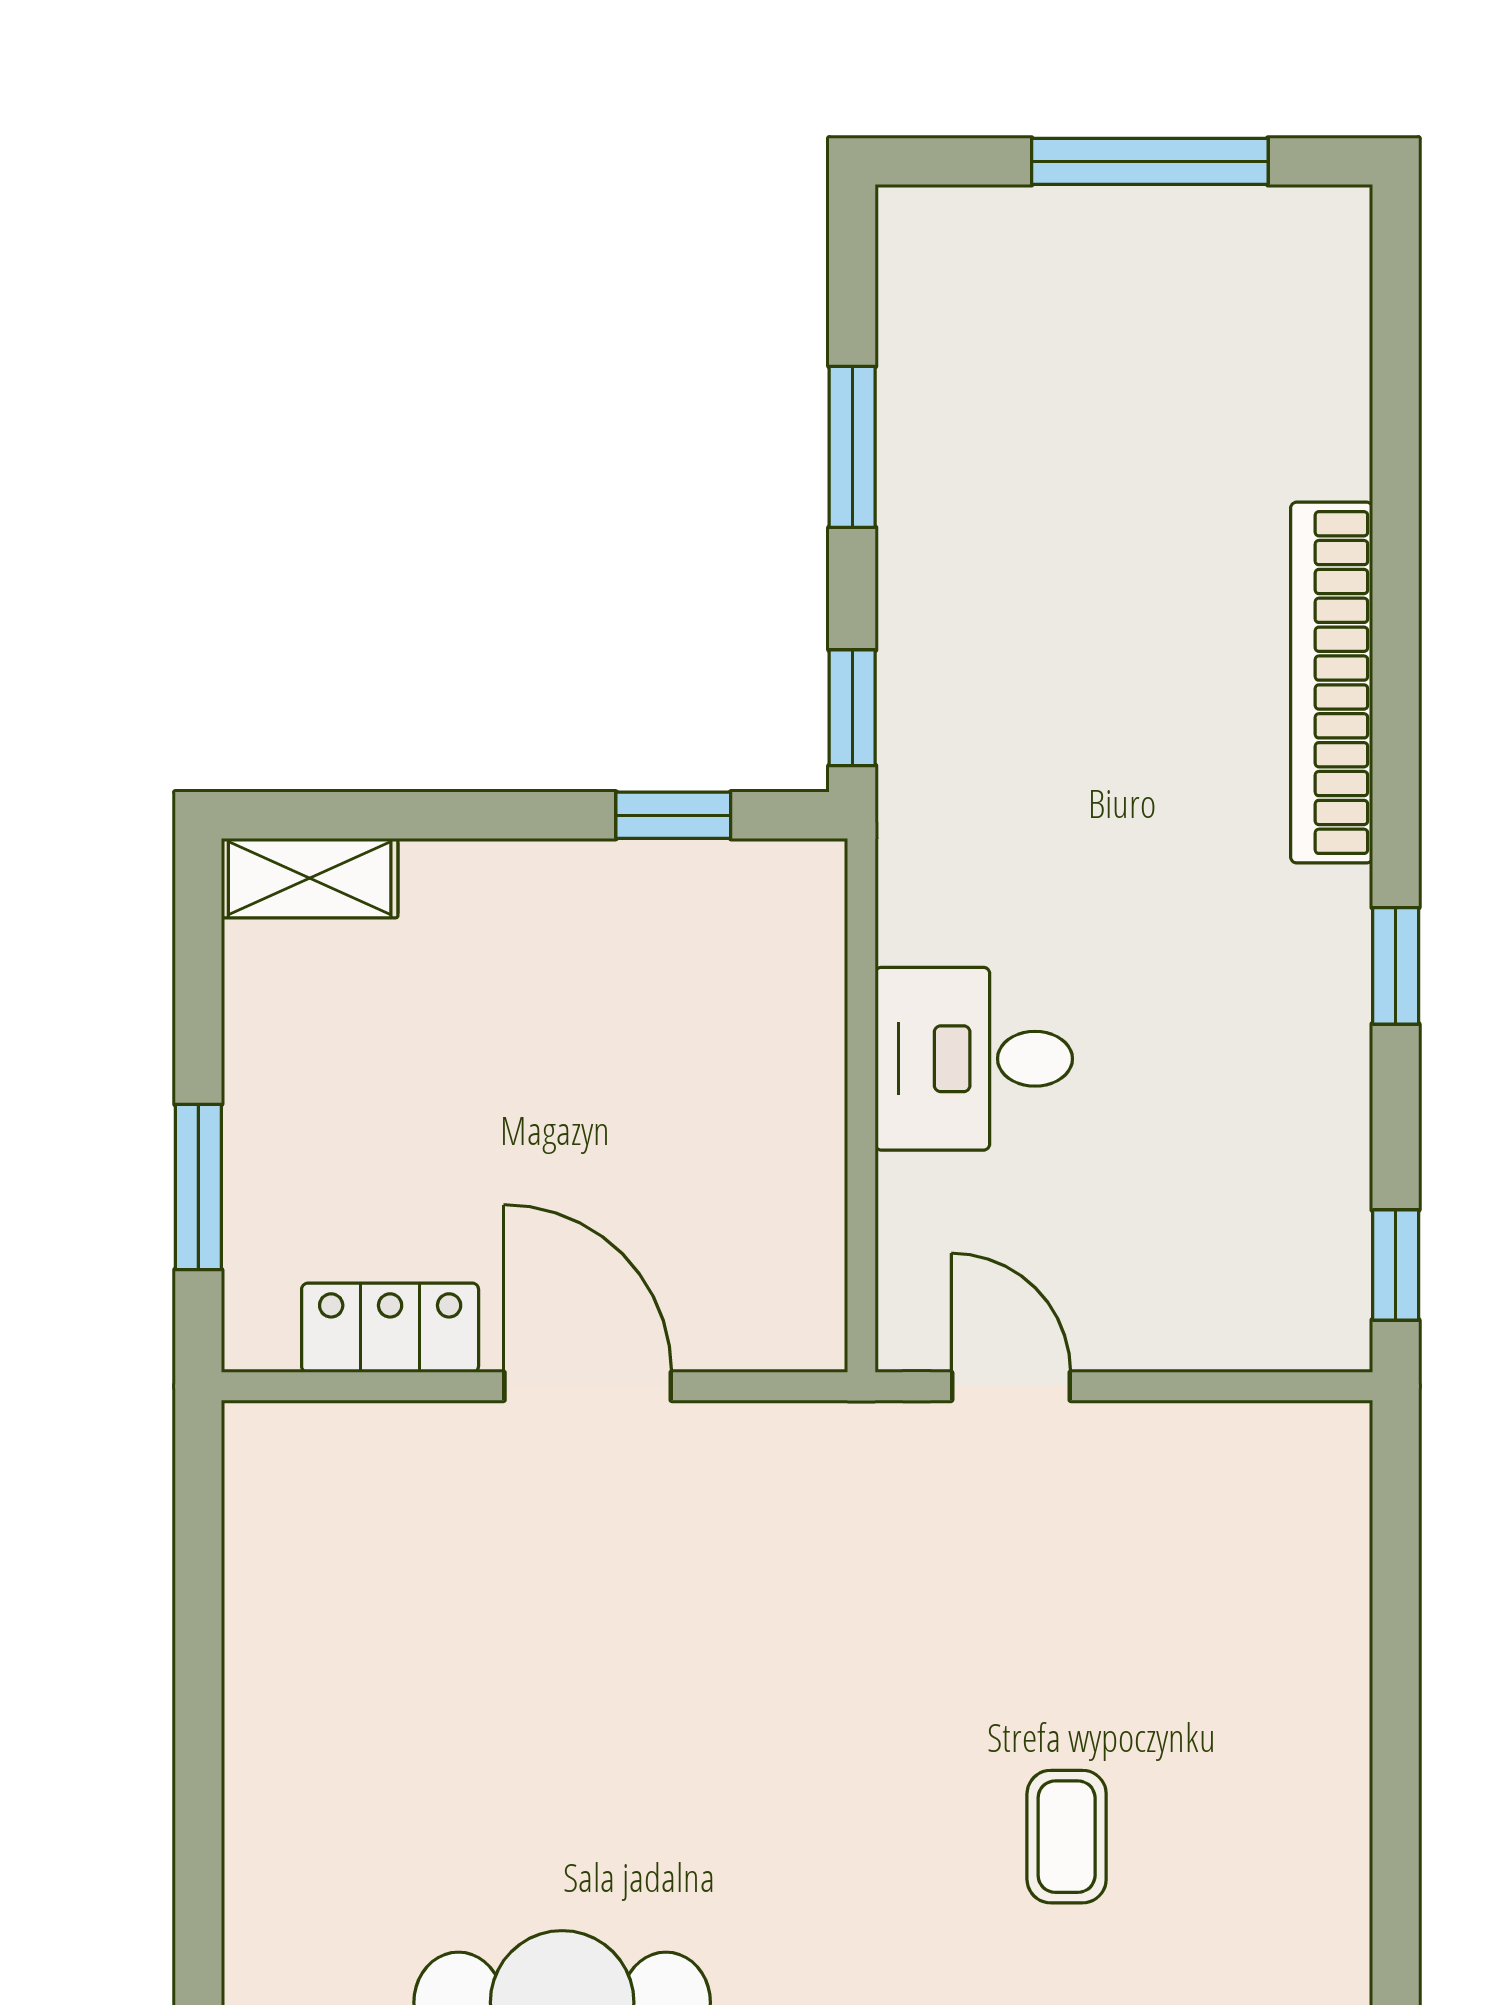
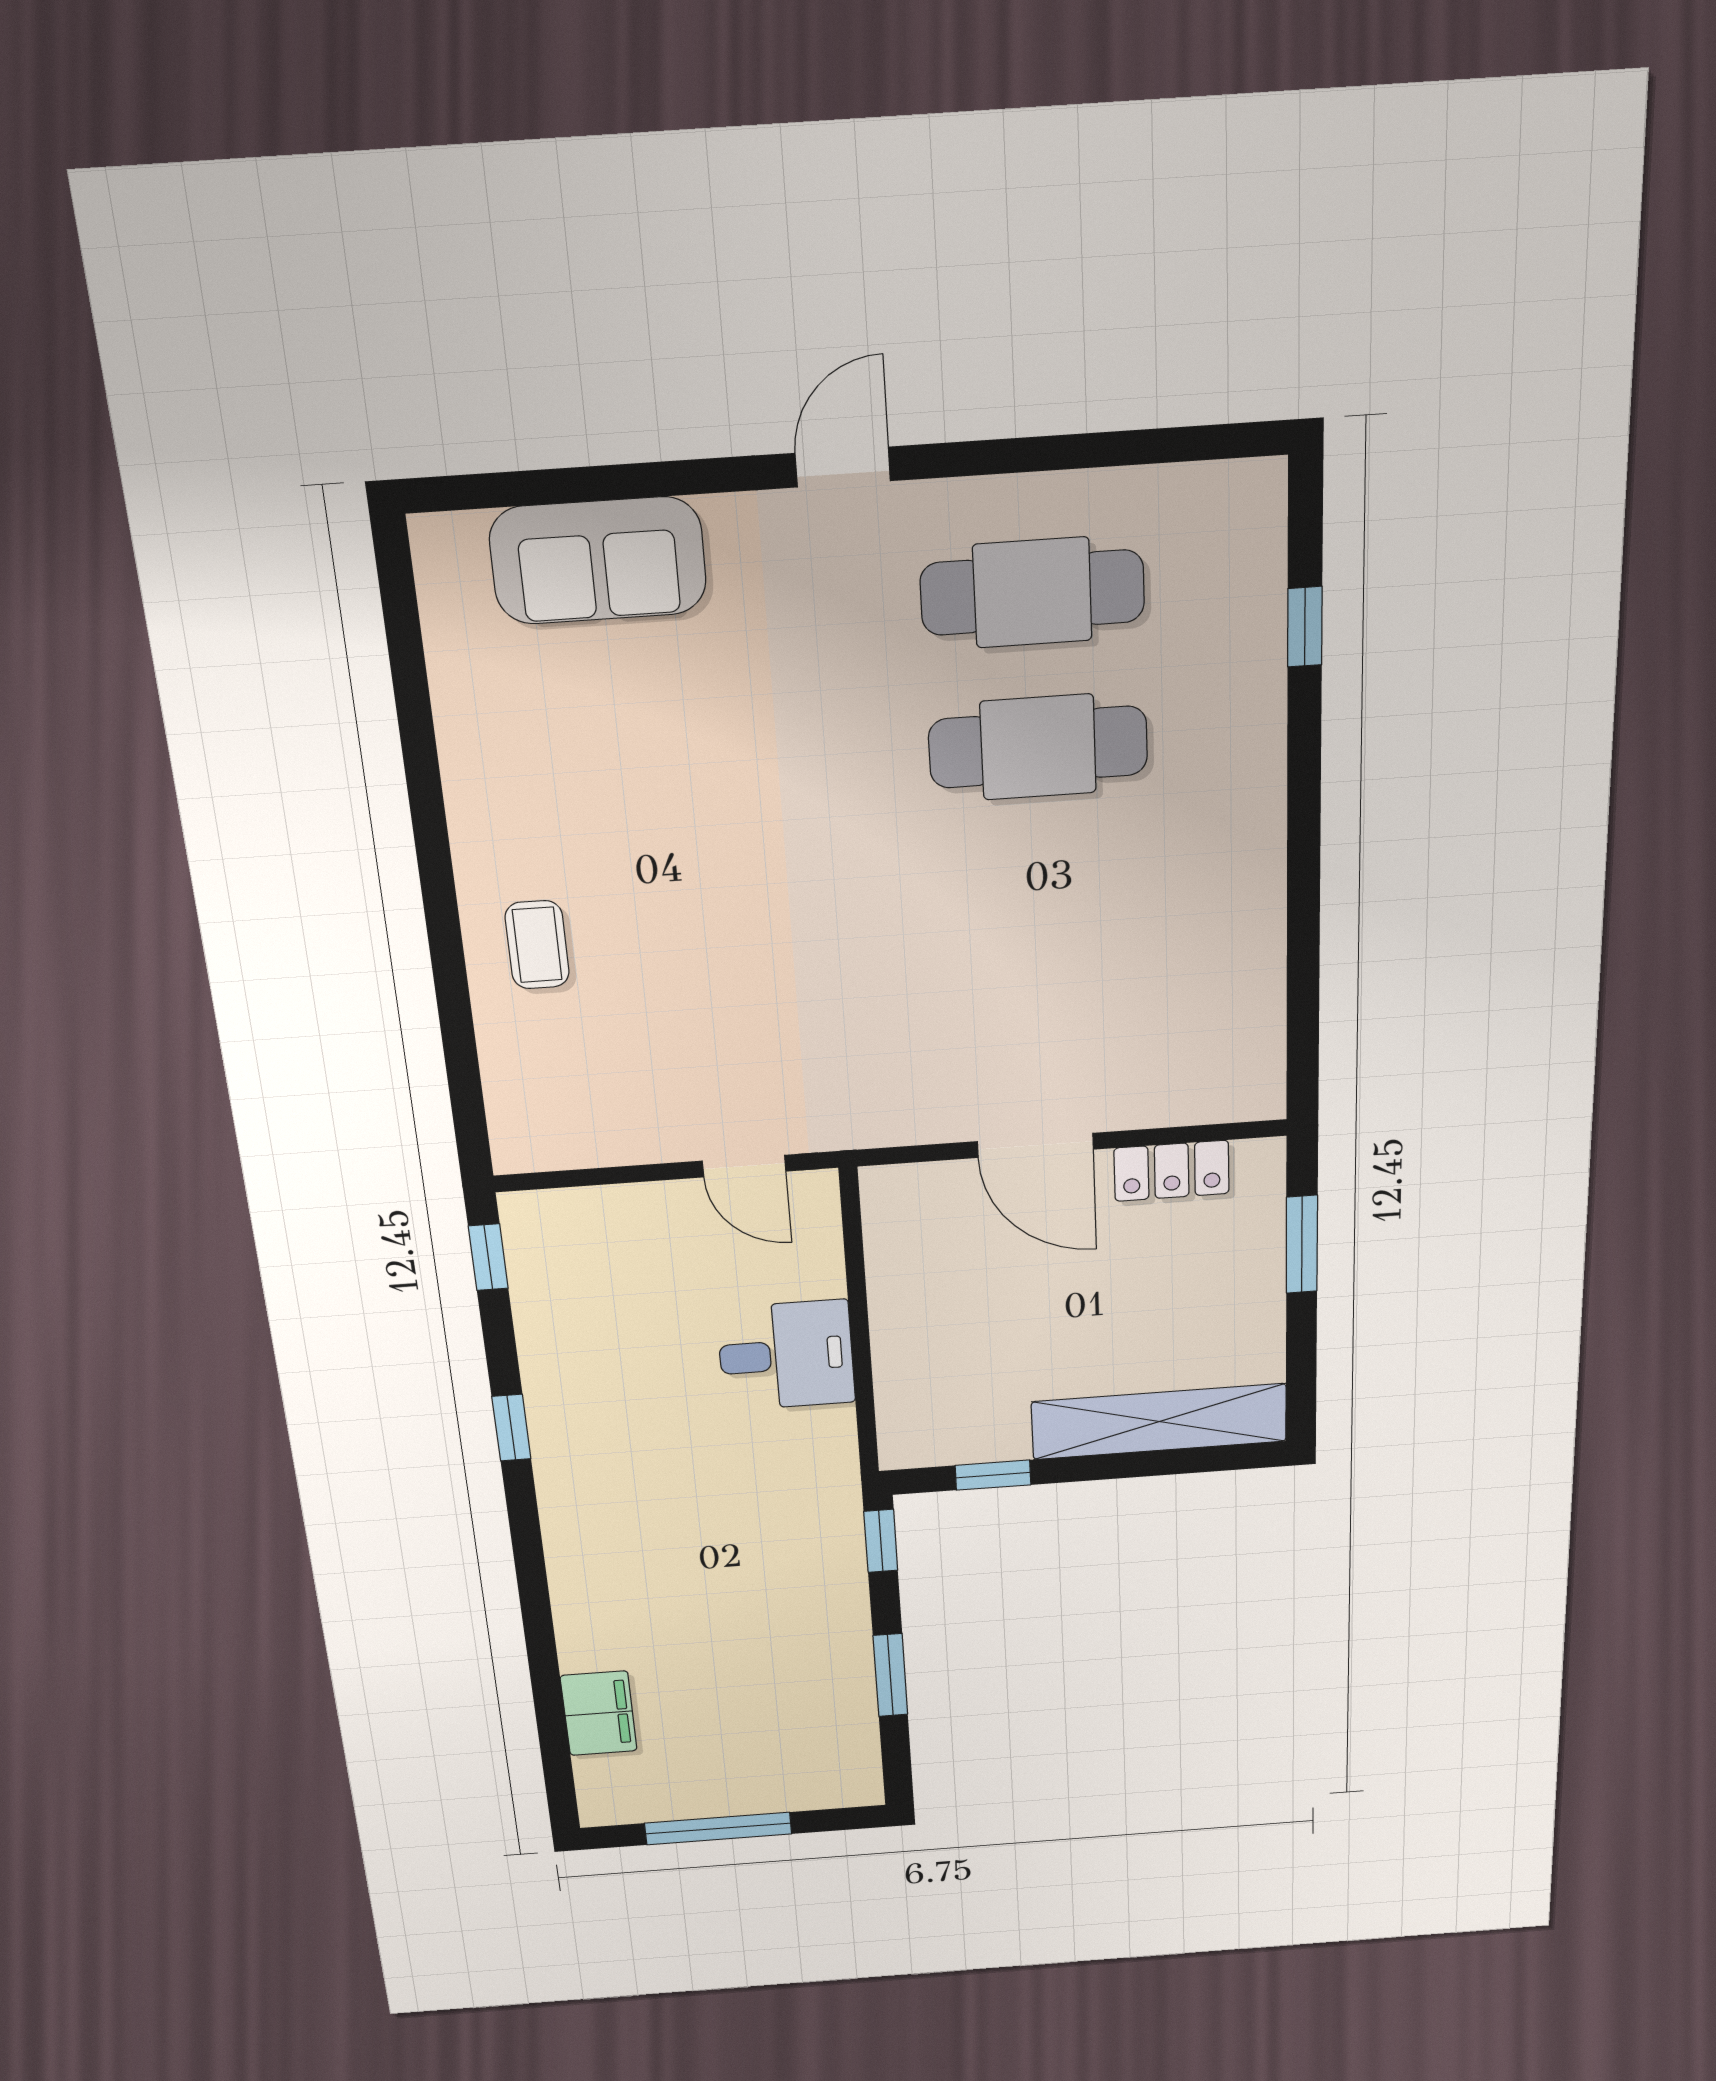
filing cabinet: (1319, 414) -> (599, 1713), added
bookcase: (1332, 683) -> (573, 1577), removed
shelving: (310, 878) -> (1159, 1422), width x2.20, depth x1.33
coffee table: (1067, 1837) -> (537, 945), moved

